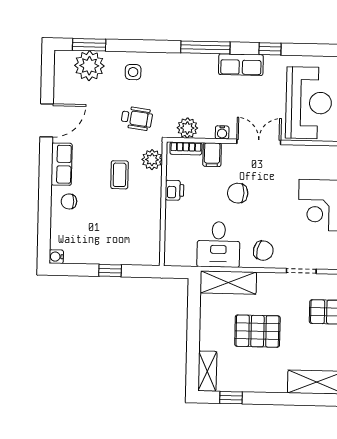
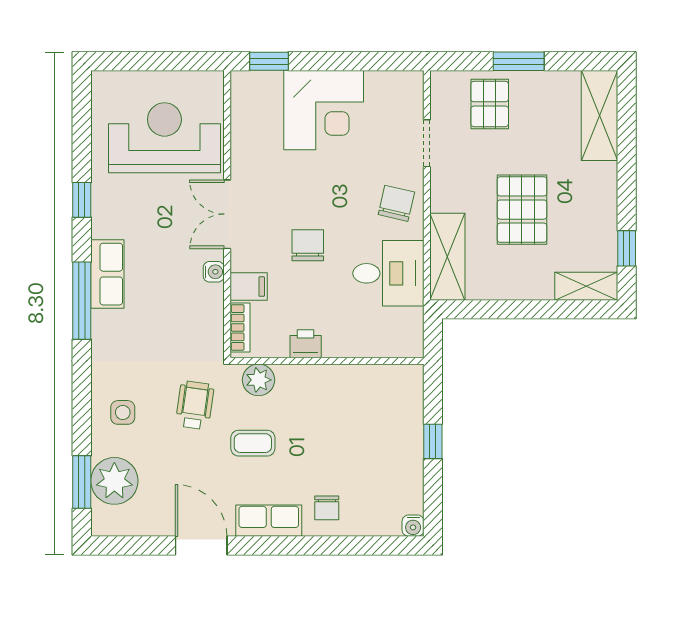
row of seats: (241, 65) -> (107, 274), moved
plant: (187, 128) -> (208, 326), removed
coffee table: (120, 175) -> (253, 443), moved
chair: (238, 193) -> (308, 245), turned 180

